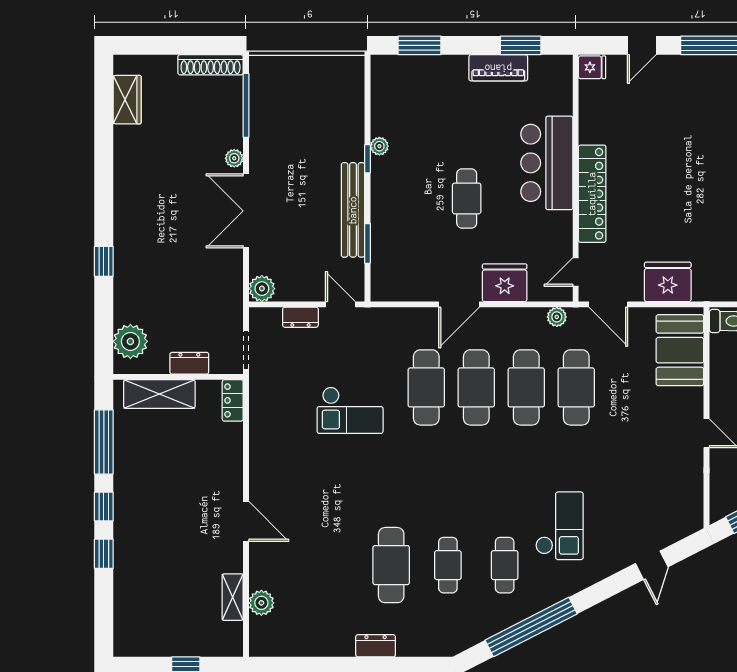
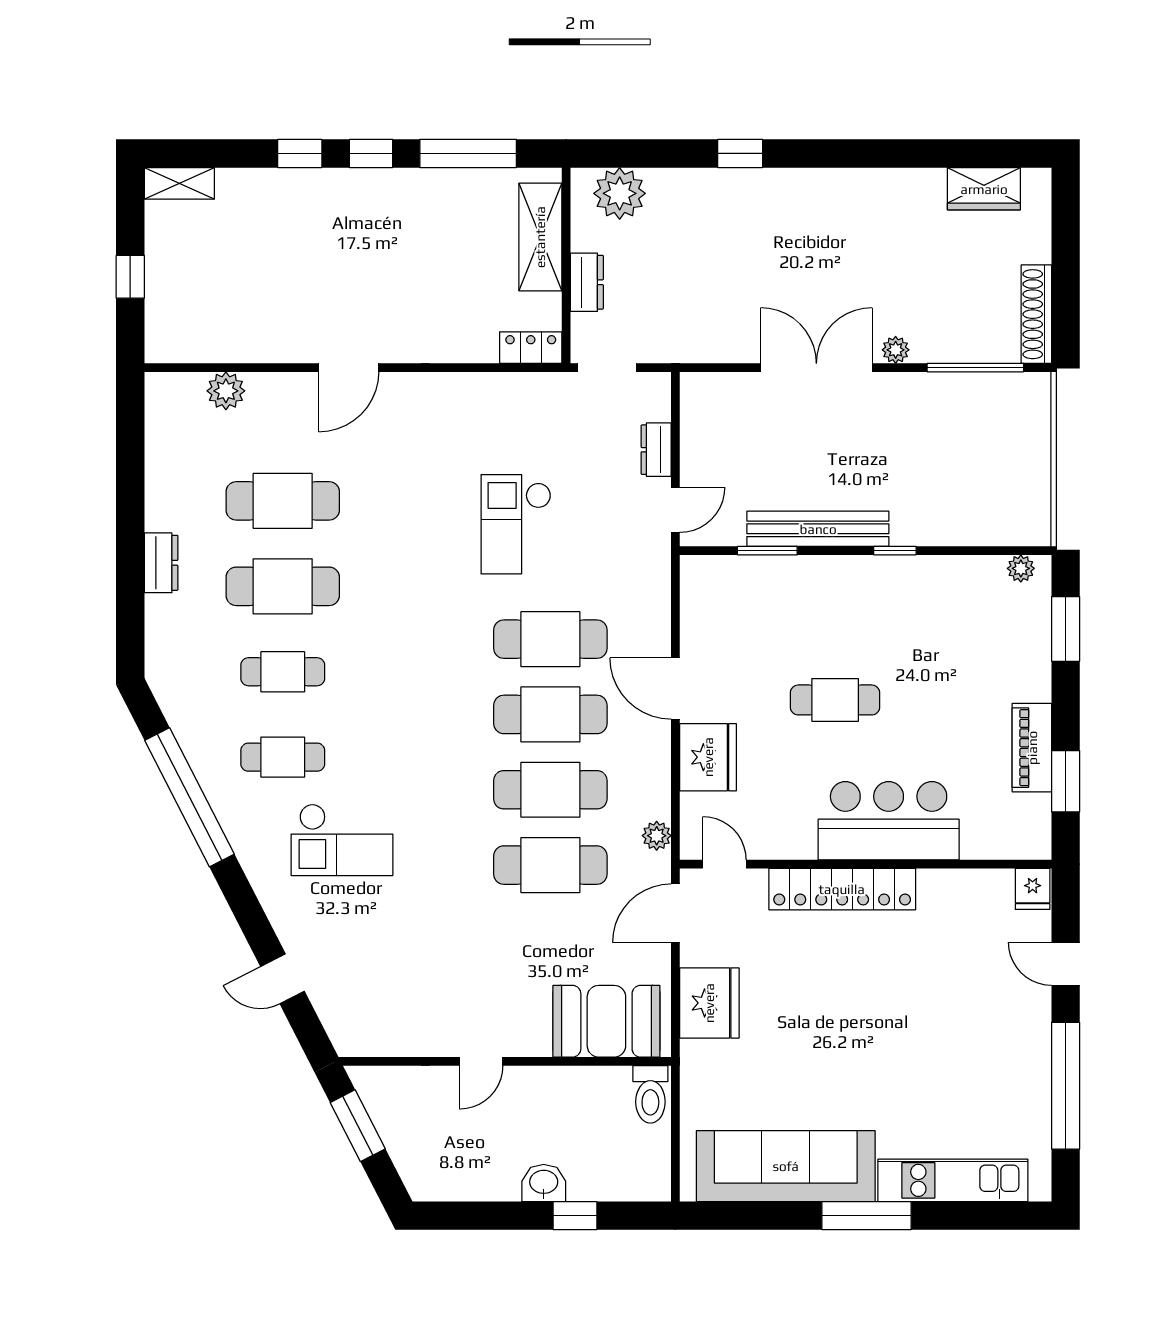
plant: (379, 146) -> (1021, 568), moved
plant: (262, 289) -> (699, 391), removed
cafe table: (334, 565) -> (283, 501), added
shelving: (233, 597) -> (179, 183), moved

